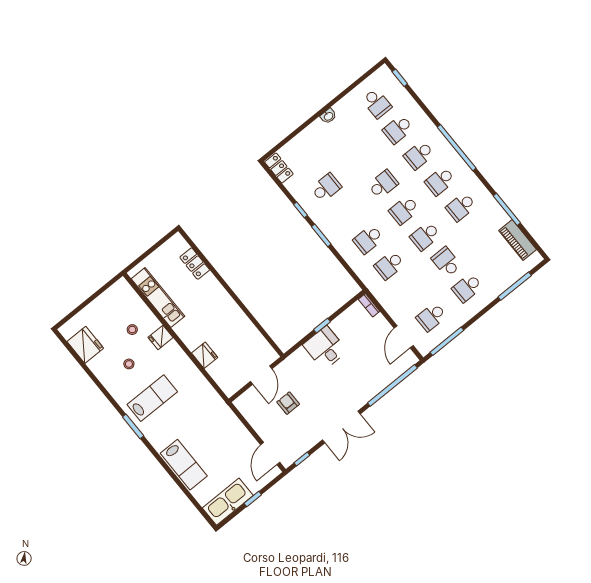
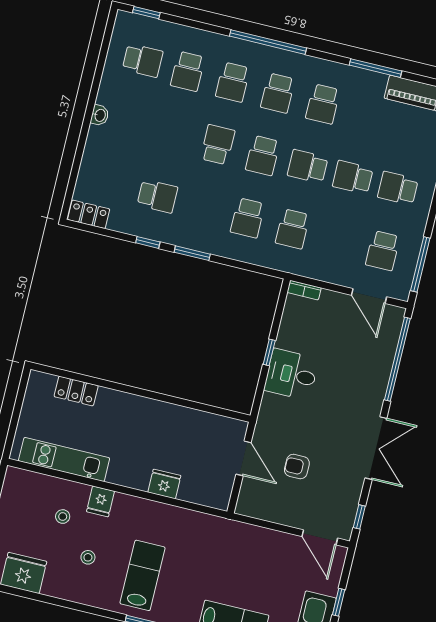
school desk: (326, 188) -> (157, 196), turned 90
school desk: (425, 236) -> (308, 166), turned 90
school desk: (467, 288) -> (398, 188), turned 90

